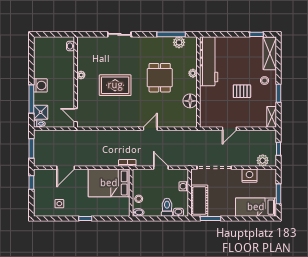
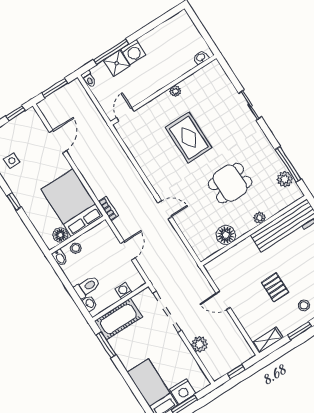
shower: (41, 112) -> (117, 63), moved
plant: (263, 160) -> (199, 344), moved
door: (66, 168) -> (58, 142), swing flipped
nightstand: (249, 176) -> (183, 391), moved, turned 90
floor lamp: (124, 203) -> (60, 235), added

